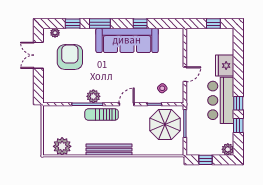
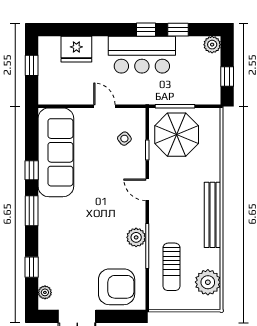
window: (100, 24) -> (32, 211), moved
sofa: (127, 40) -> (56, 152), moved
armchair: (70, 57) -> (117, 287), moved, turned 180
fridge: (225, 66) -> (76, 49), moved
sun lounger: (102, 115) -> (172, 267), moved

